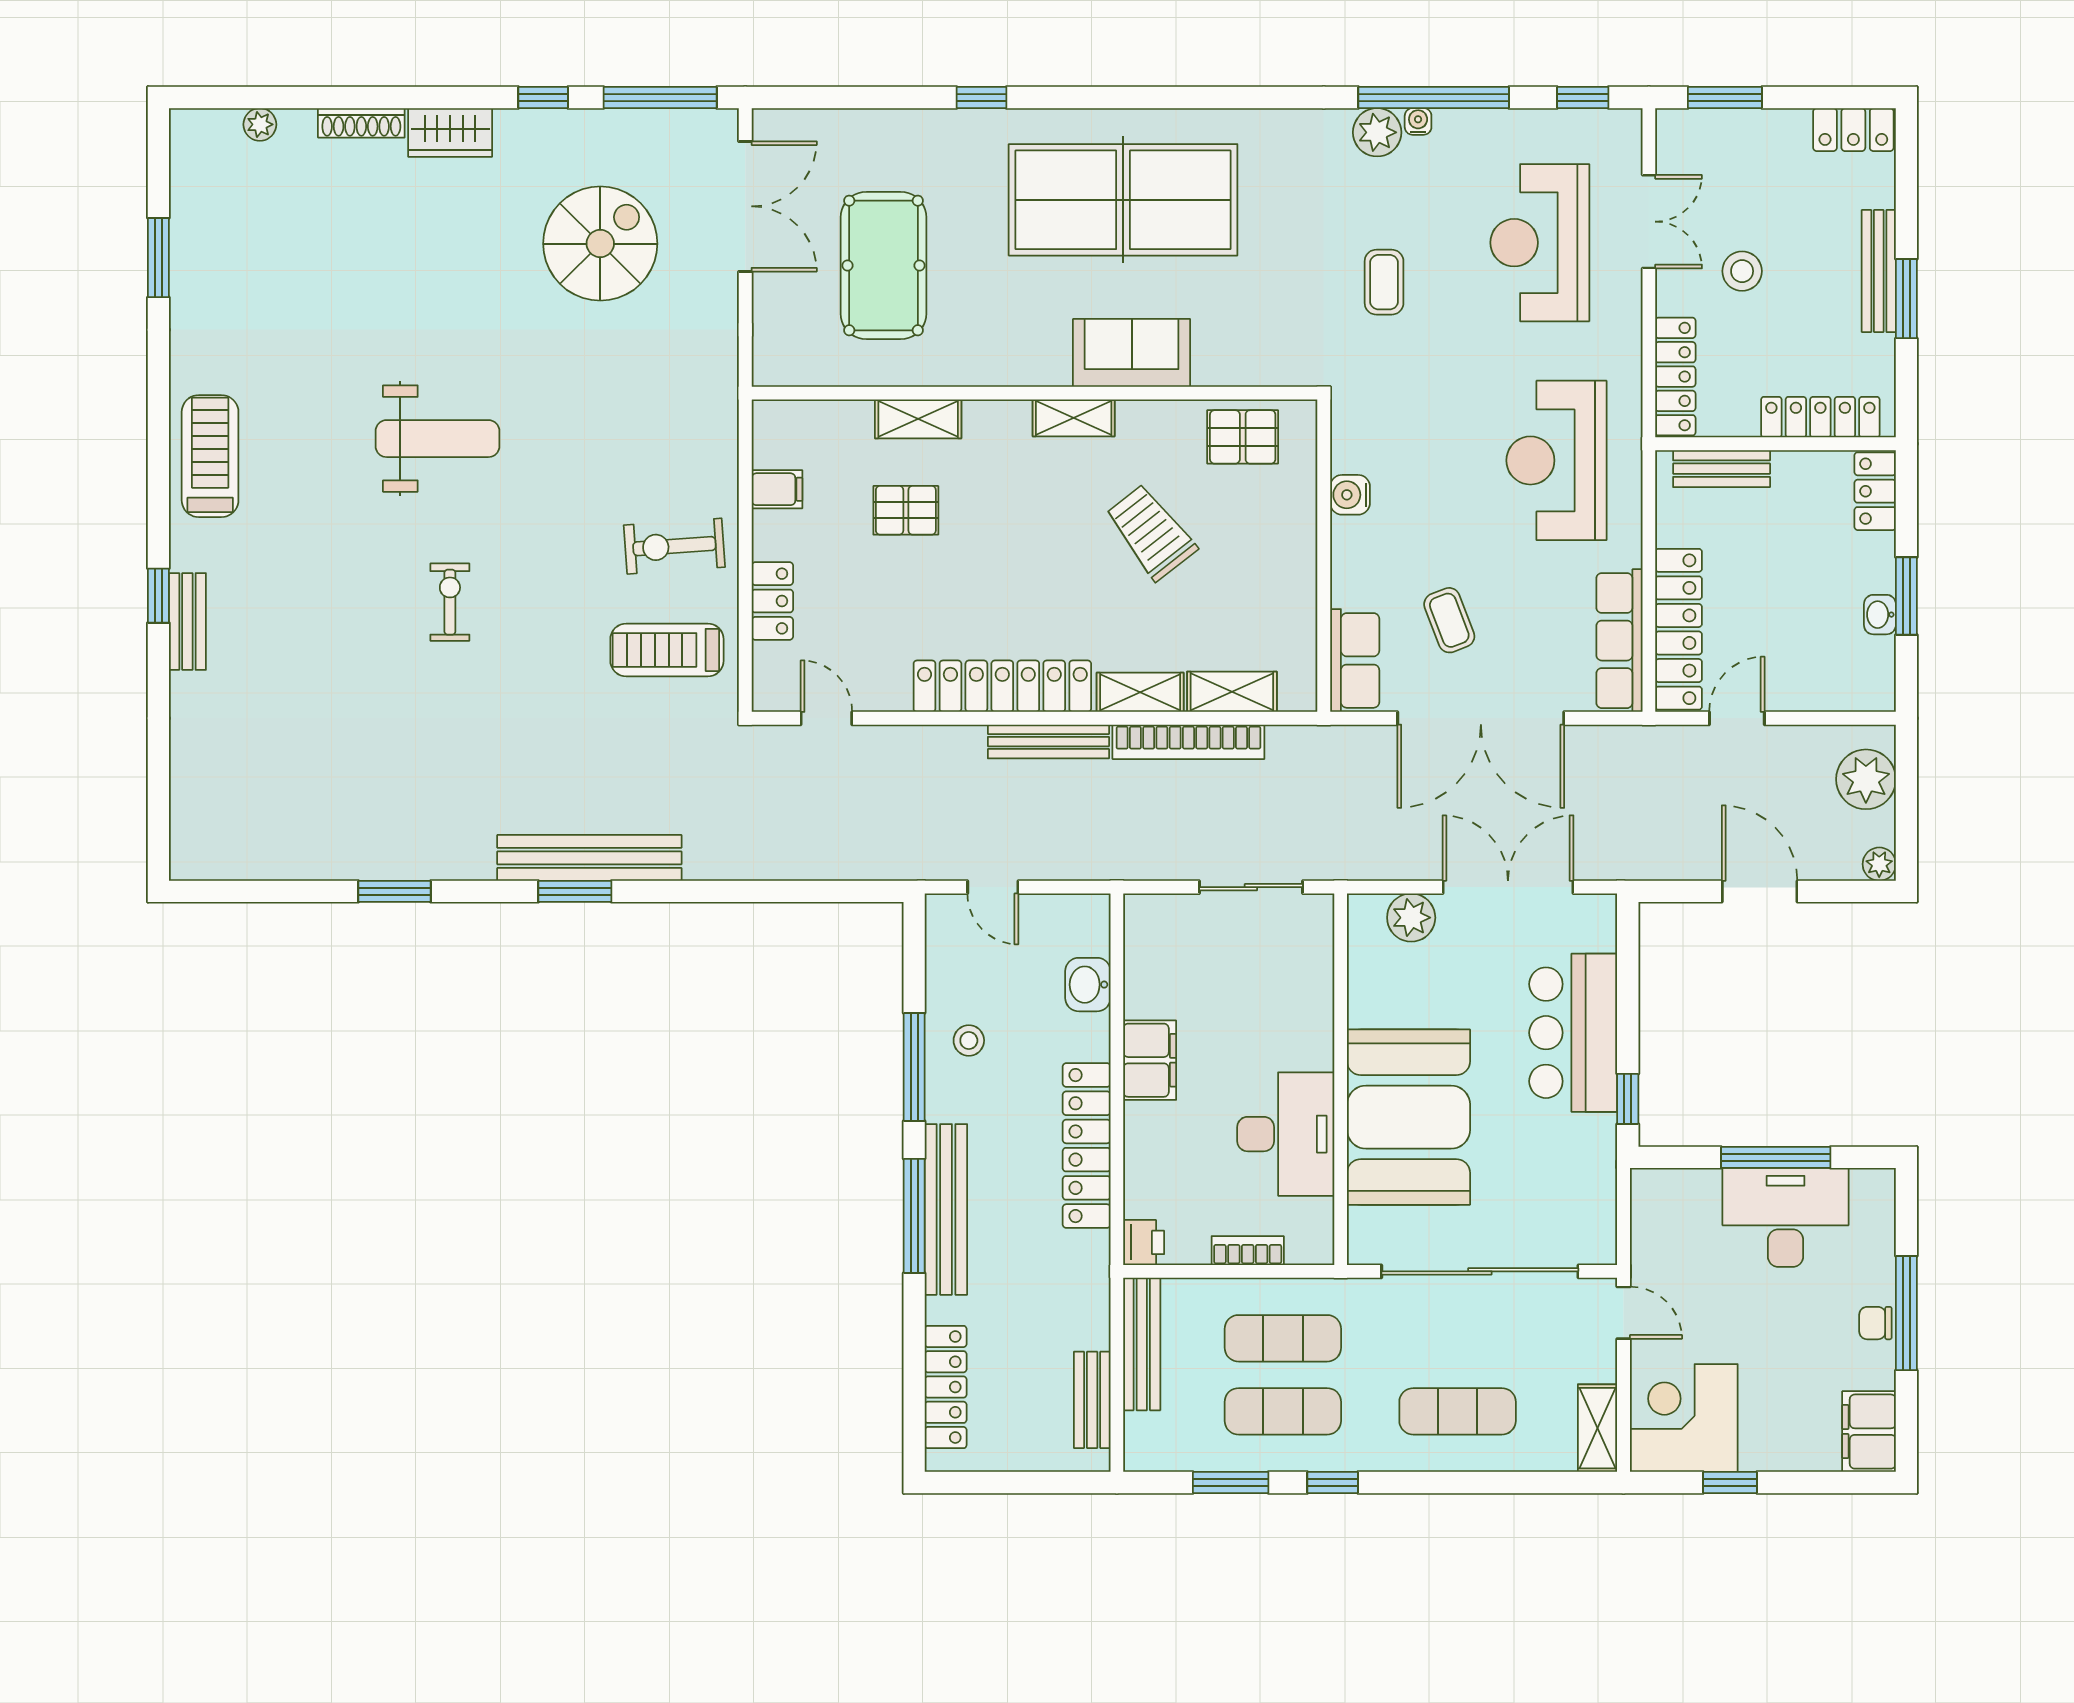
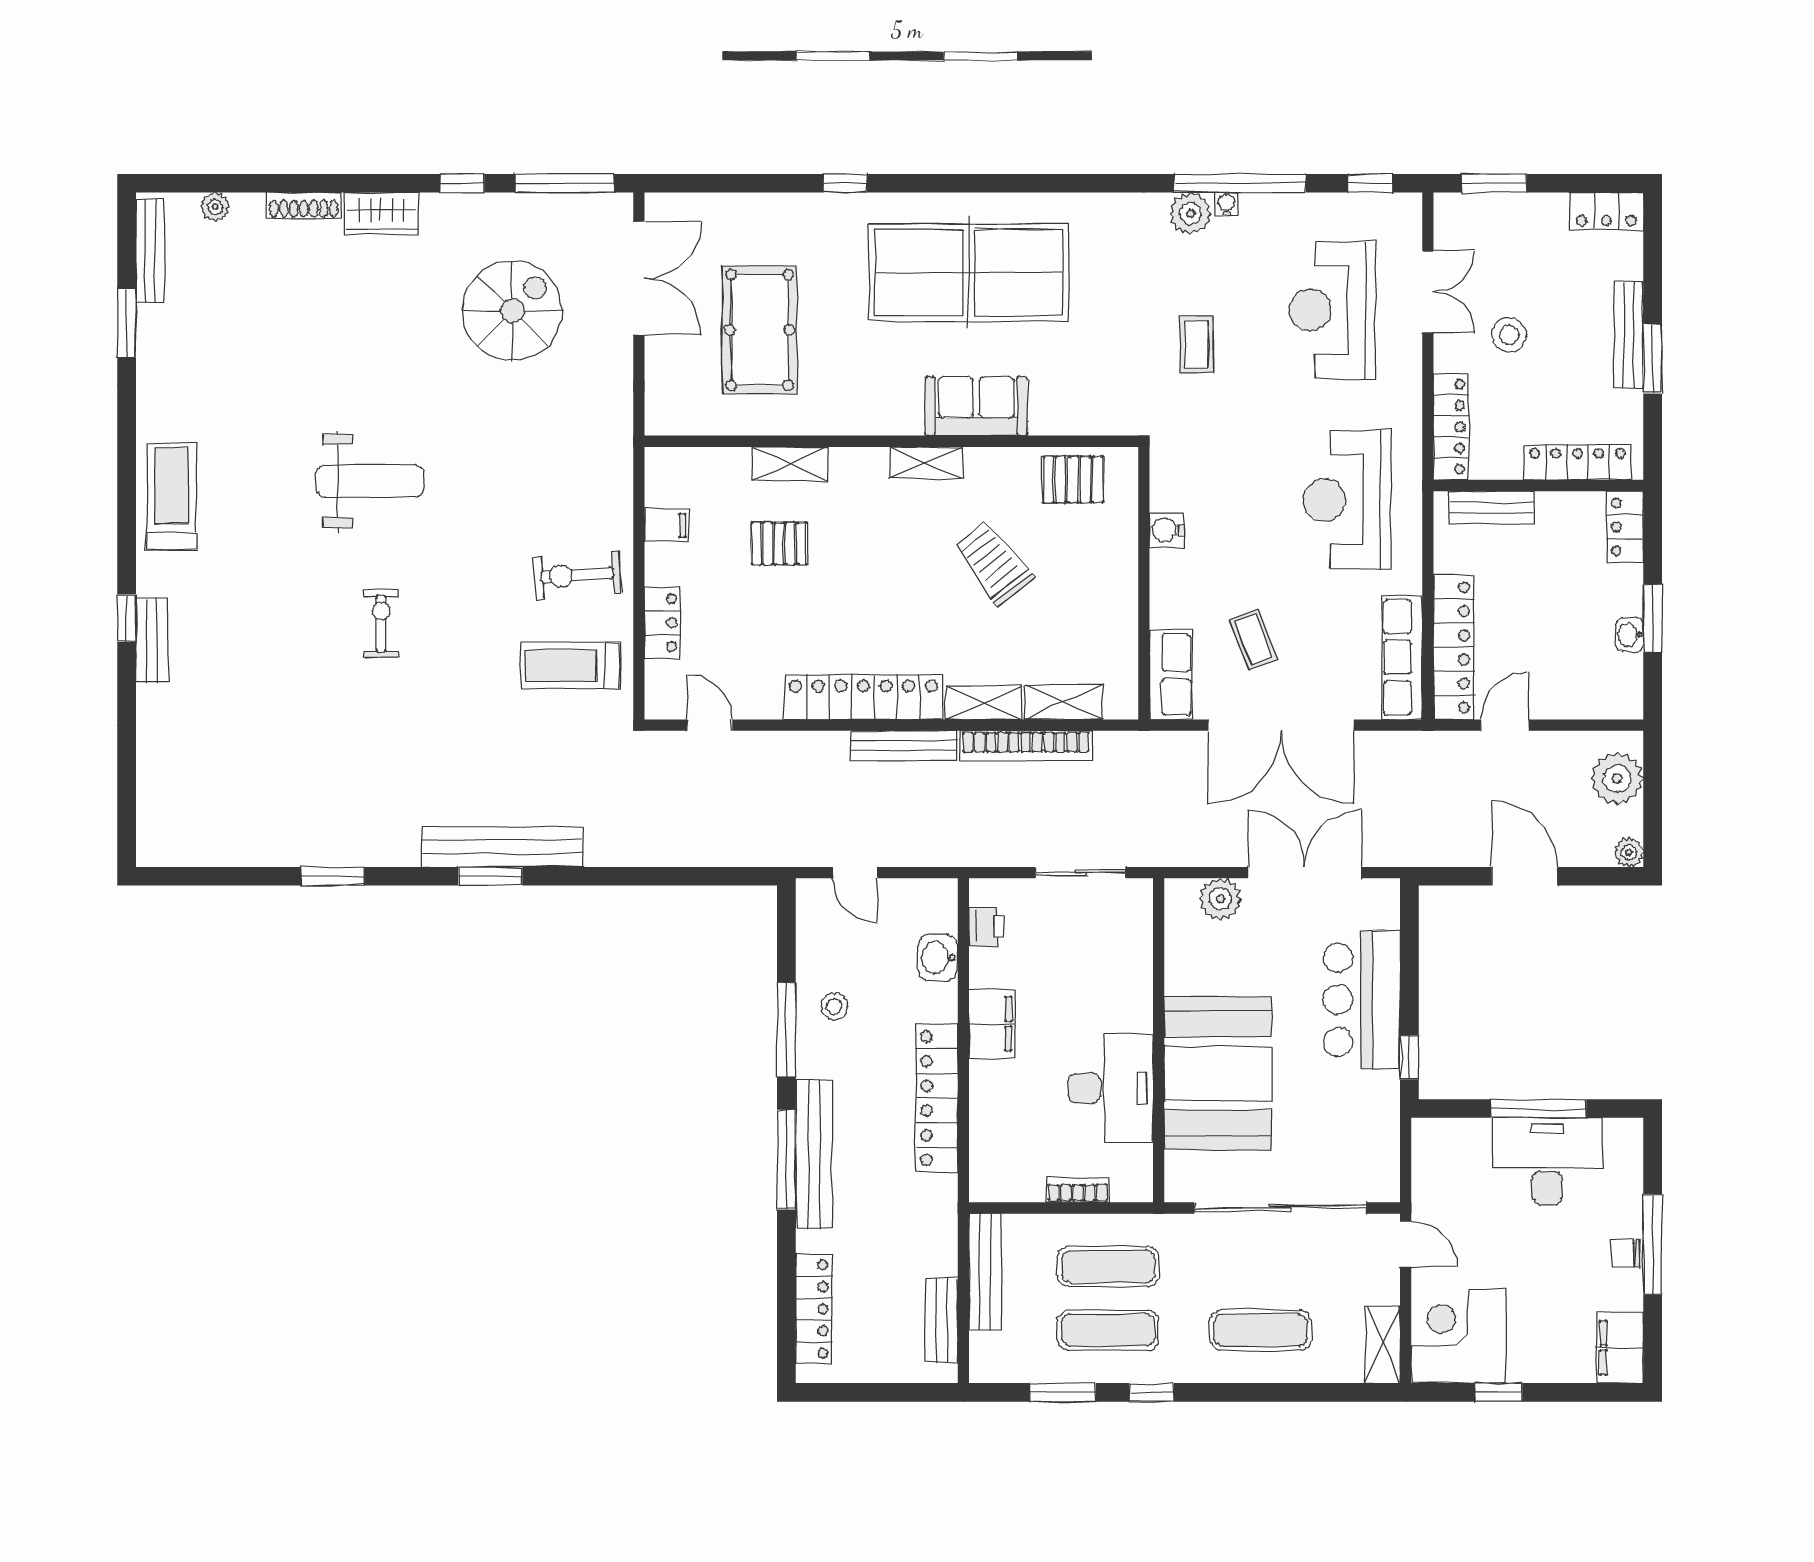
bench: (186, 174) -> (150, 250), added
printer: (1144, 1242) -> (987, 927), moved

